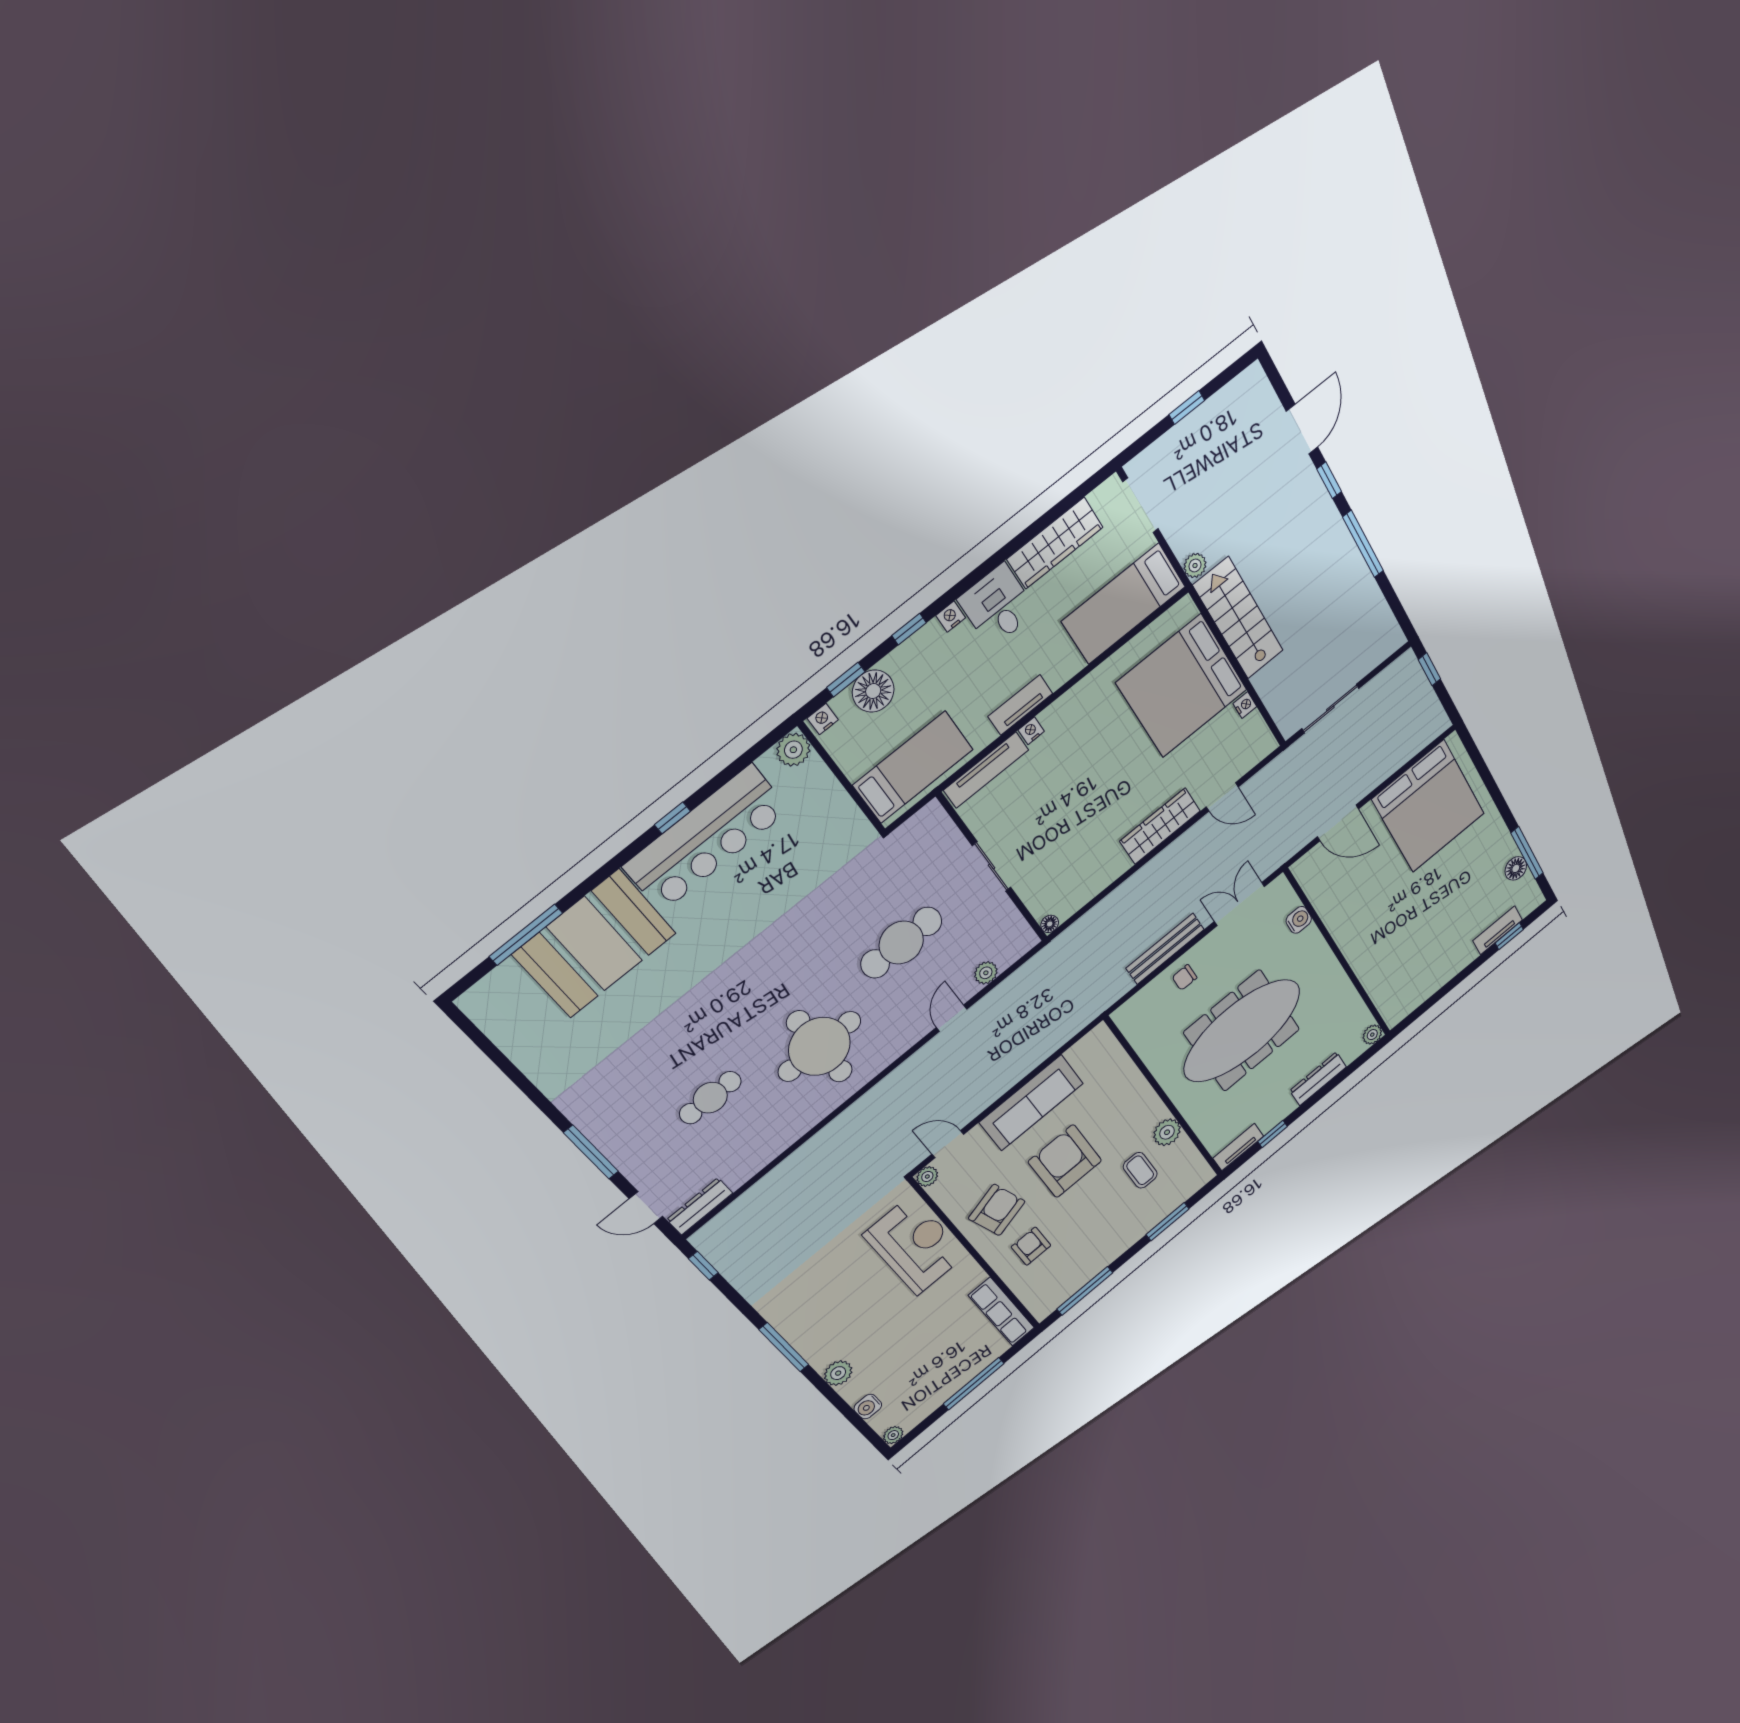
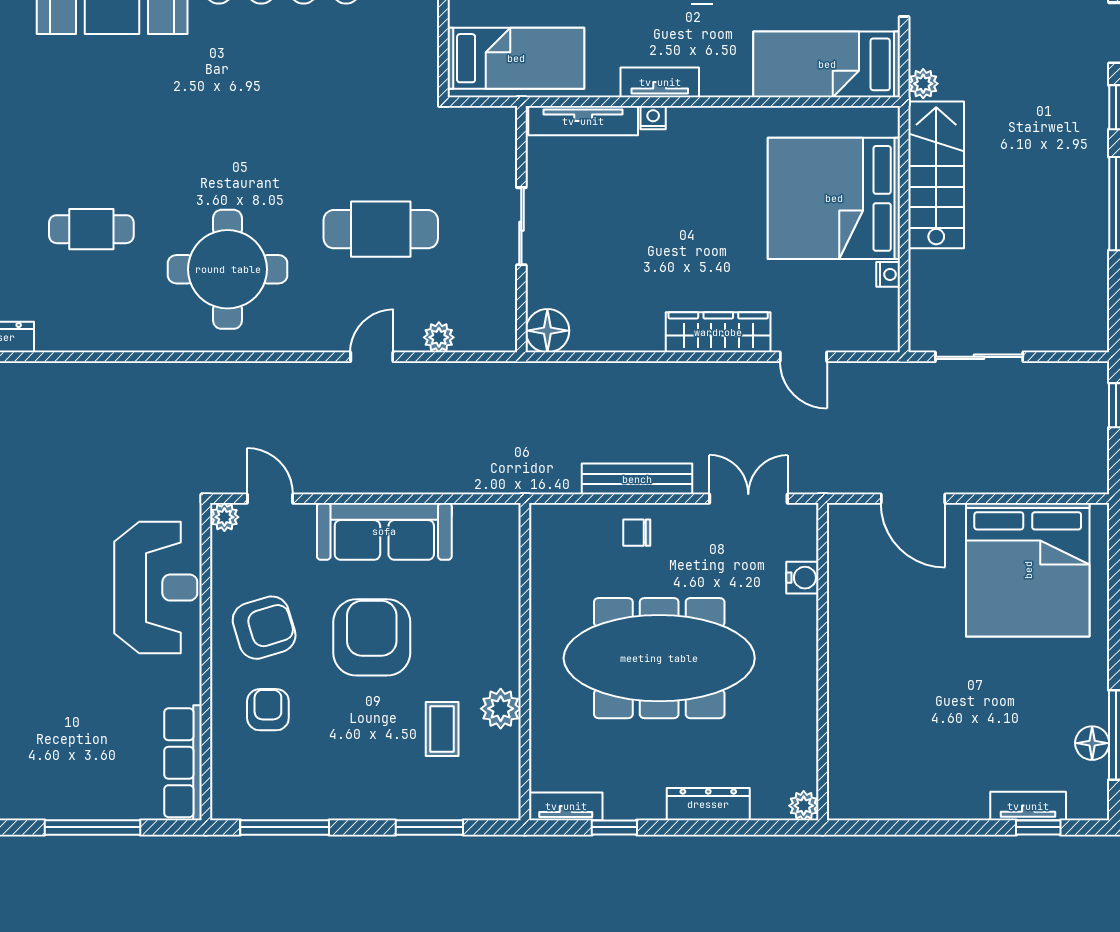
floor lamp: (1050, 924) -> (547, 331), width x1.89, depth x1.89

